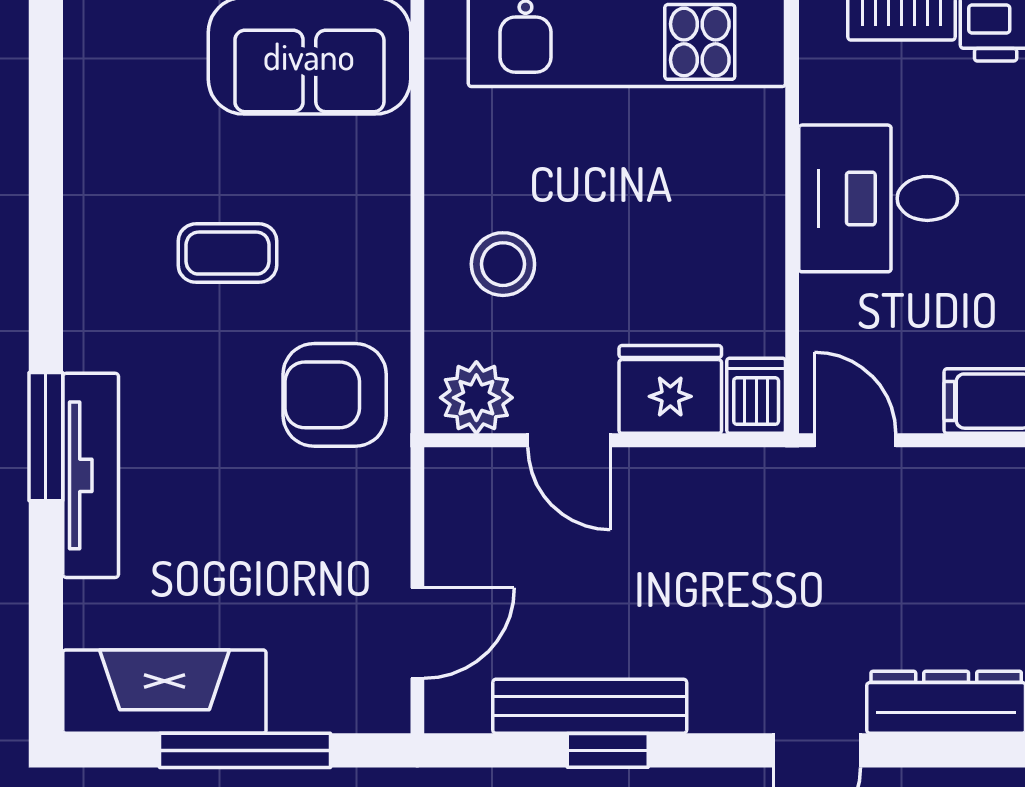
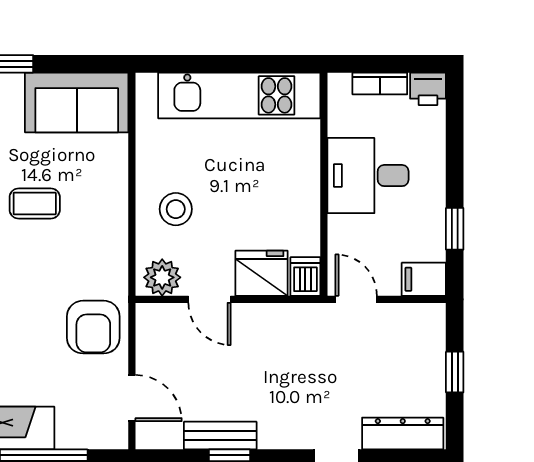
armchair: (335, 395) -> (93, 327), moved, turned -90
door: (417, 633) -> (132, 398), hinge flipped
bench: (590, 706) -> (220, 436), width x0.73

